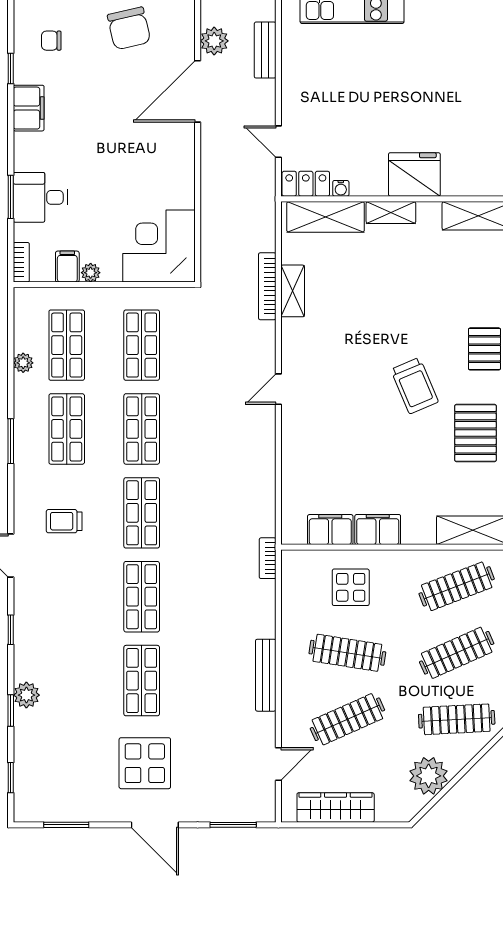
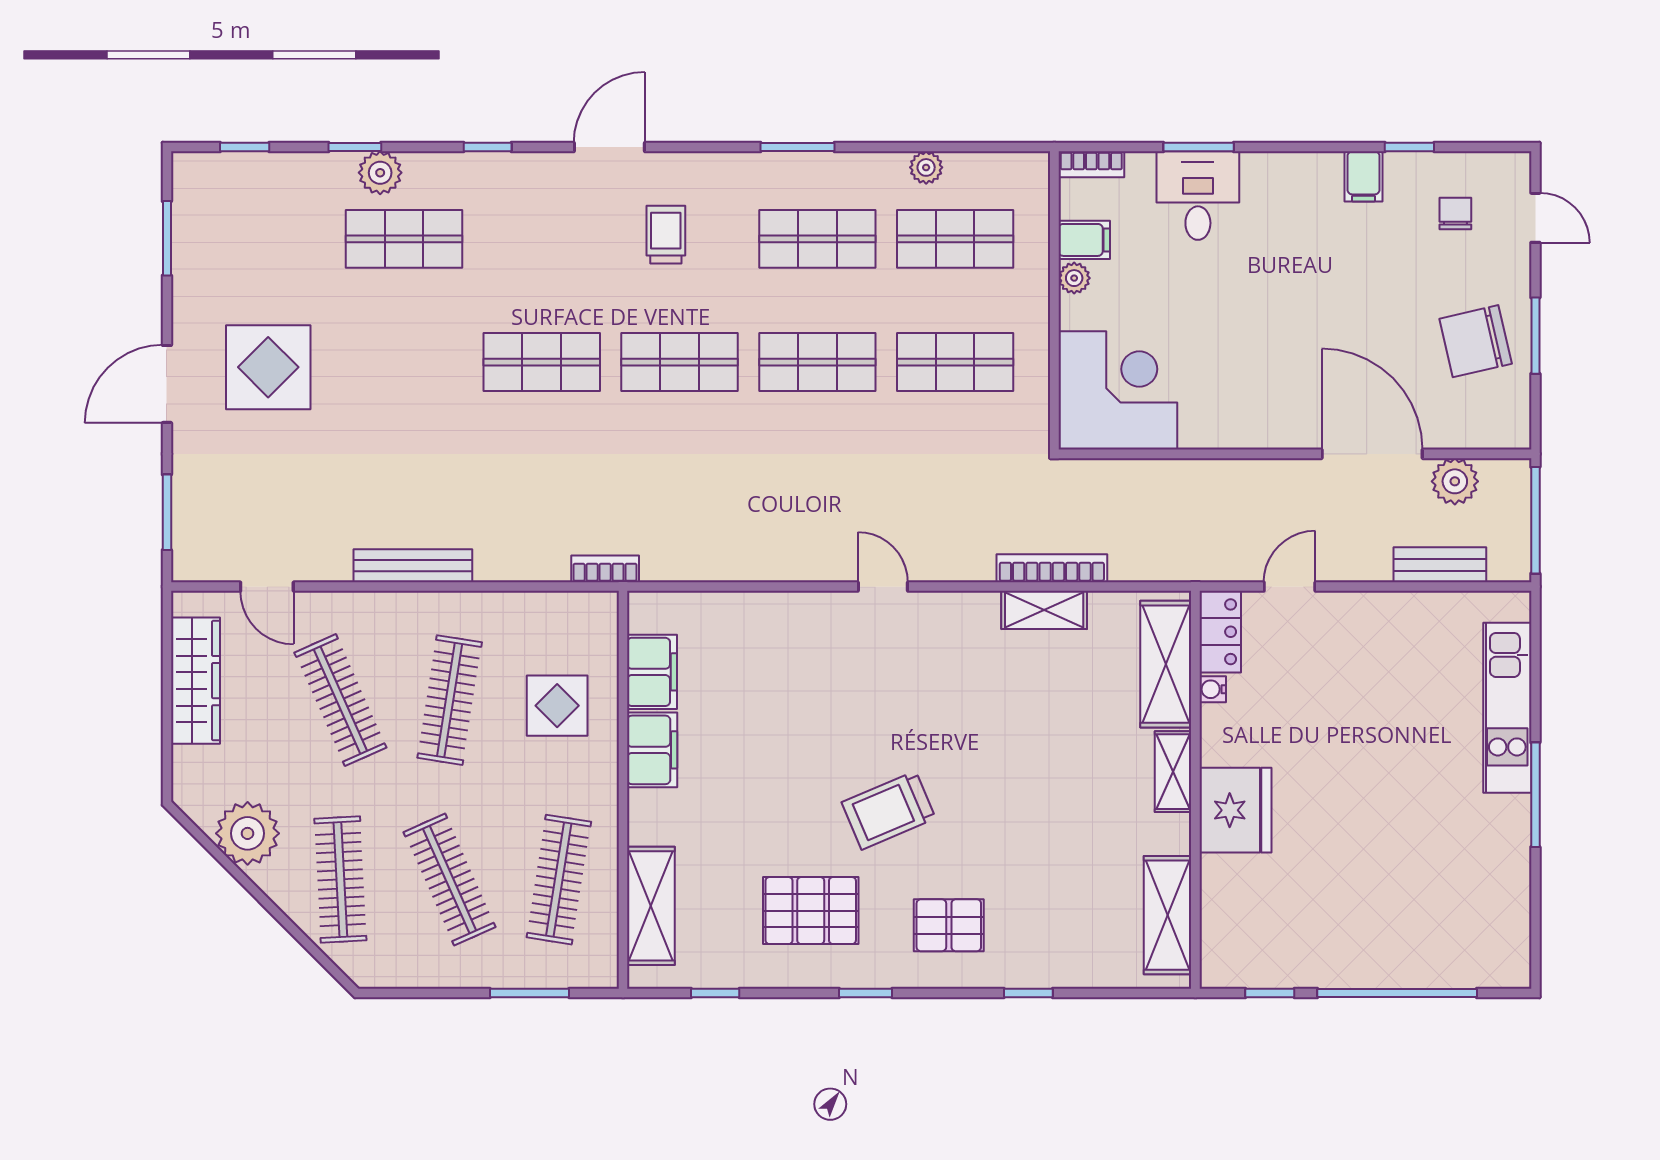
filing cabinet: (29, 108) -> (1363, 176), width x0.50
clothes rail: (457, 586) -> (559, 880), turned 30
shop shelf: (142, 681) -> (404, 239), moved

